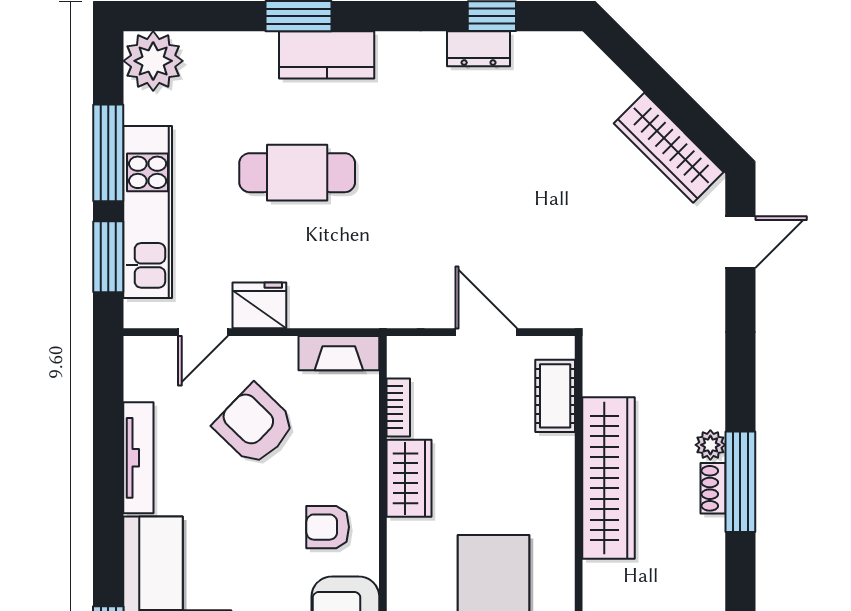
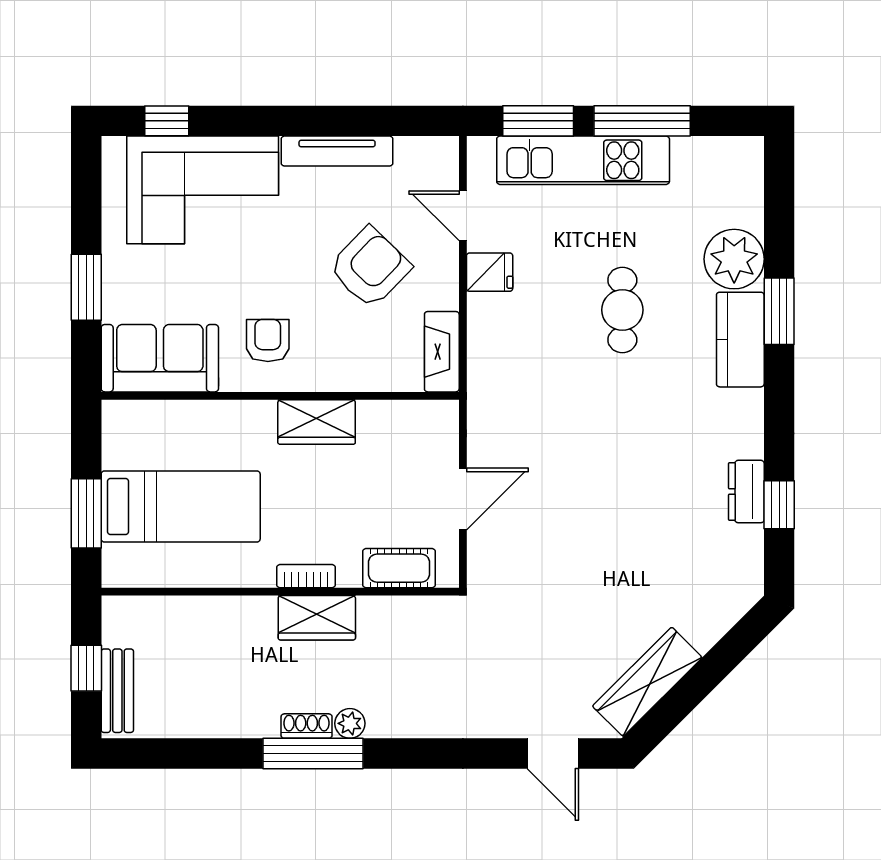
plant: (153, 61) -> (734, 259), moved
cafe table: (297, 173) -> (622, 310), width x0.73, depth x0.74
fridge: (259, 305) -> (490, 272), width x0.72
bookcase: (398, 407) -> (306, 576), moved, turned 180
wardrobe: (609, 478) -> (317, 618), width x0.48, depth x0.85

